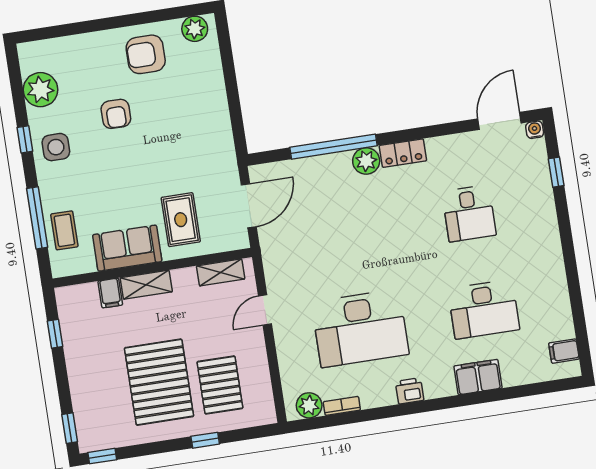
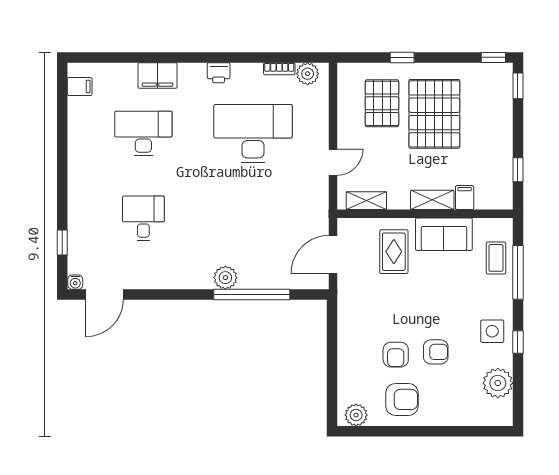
armchair: (161, 104) -> (396, 355), added
armchair: (116, 114) -> (436, 352), turned 90
locker: (403, 153) -> (192, 279), removed

